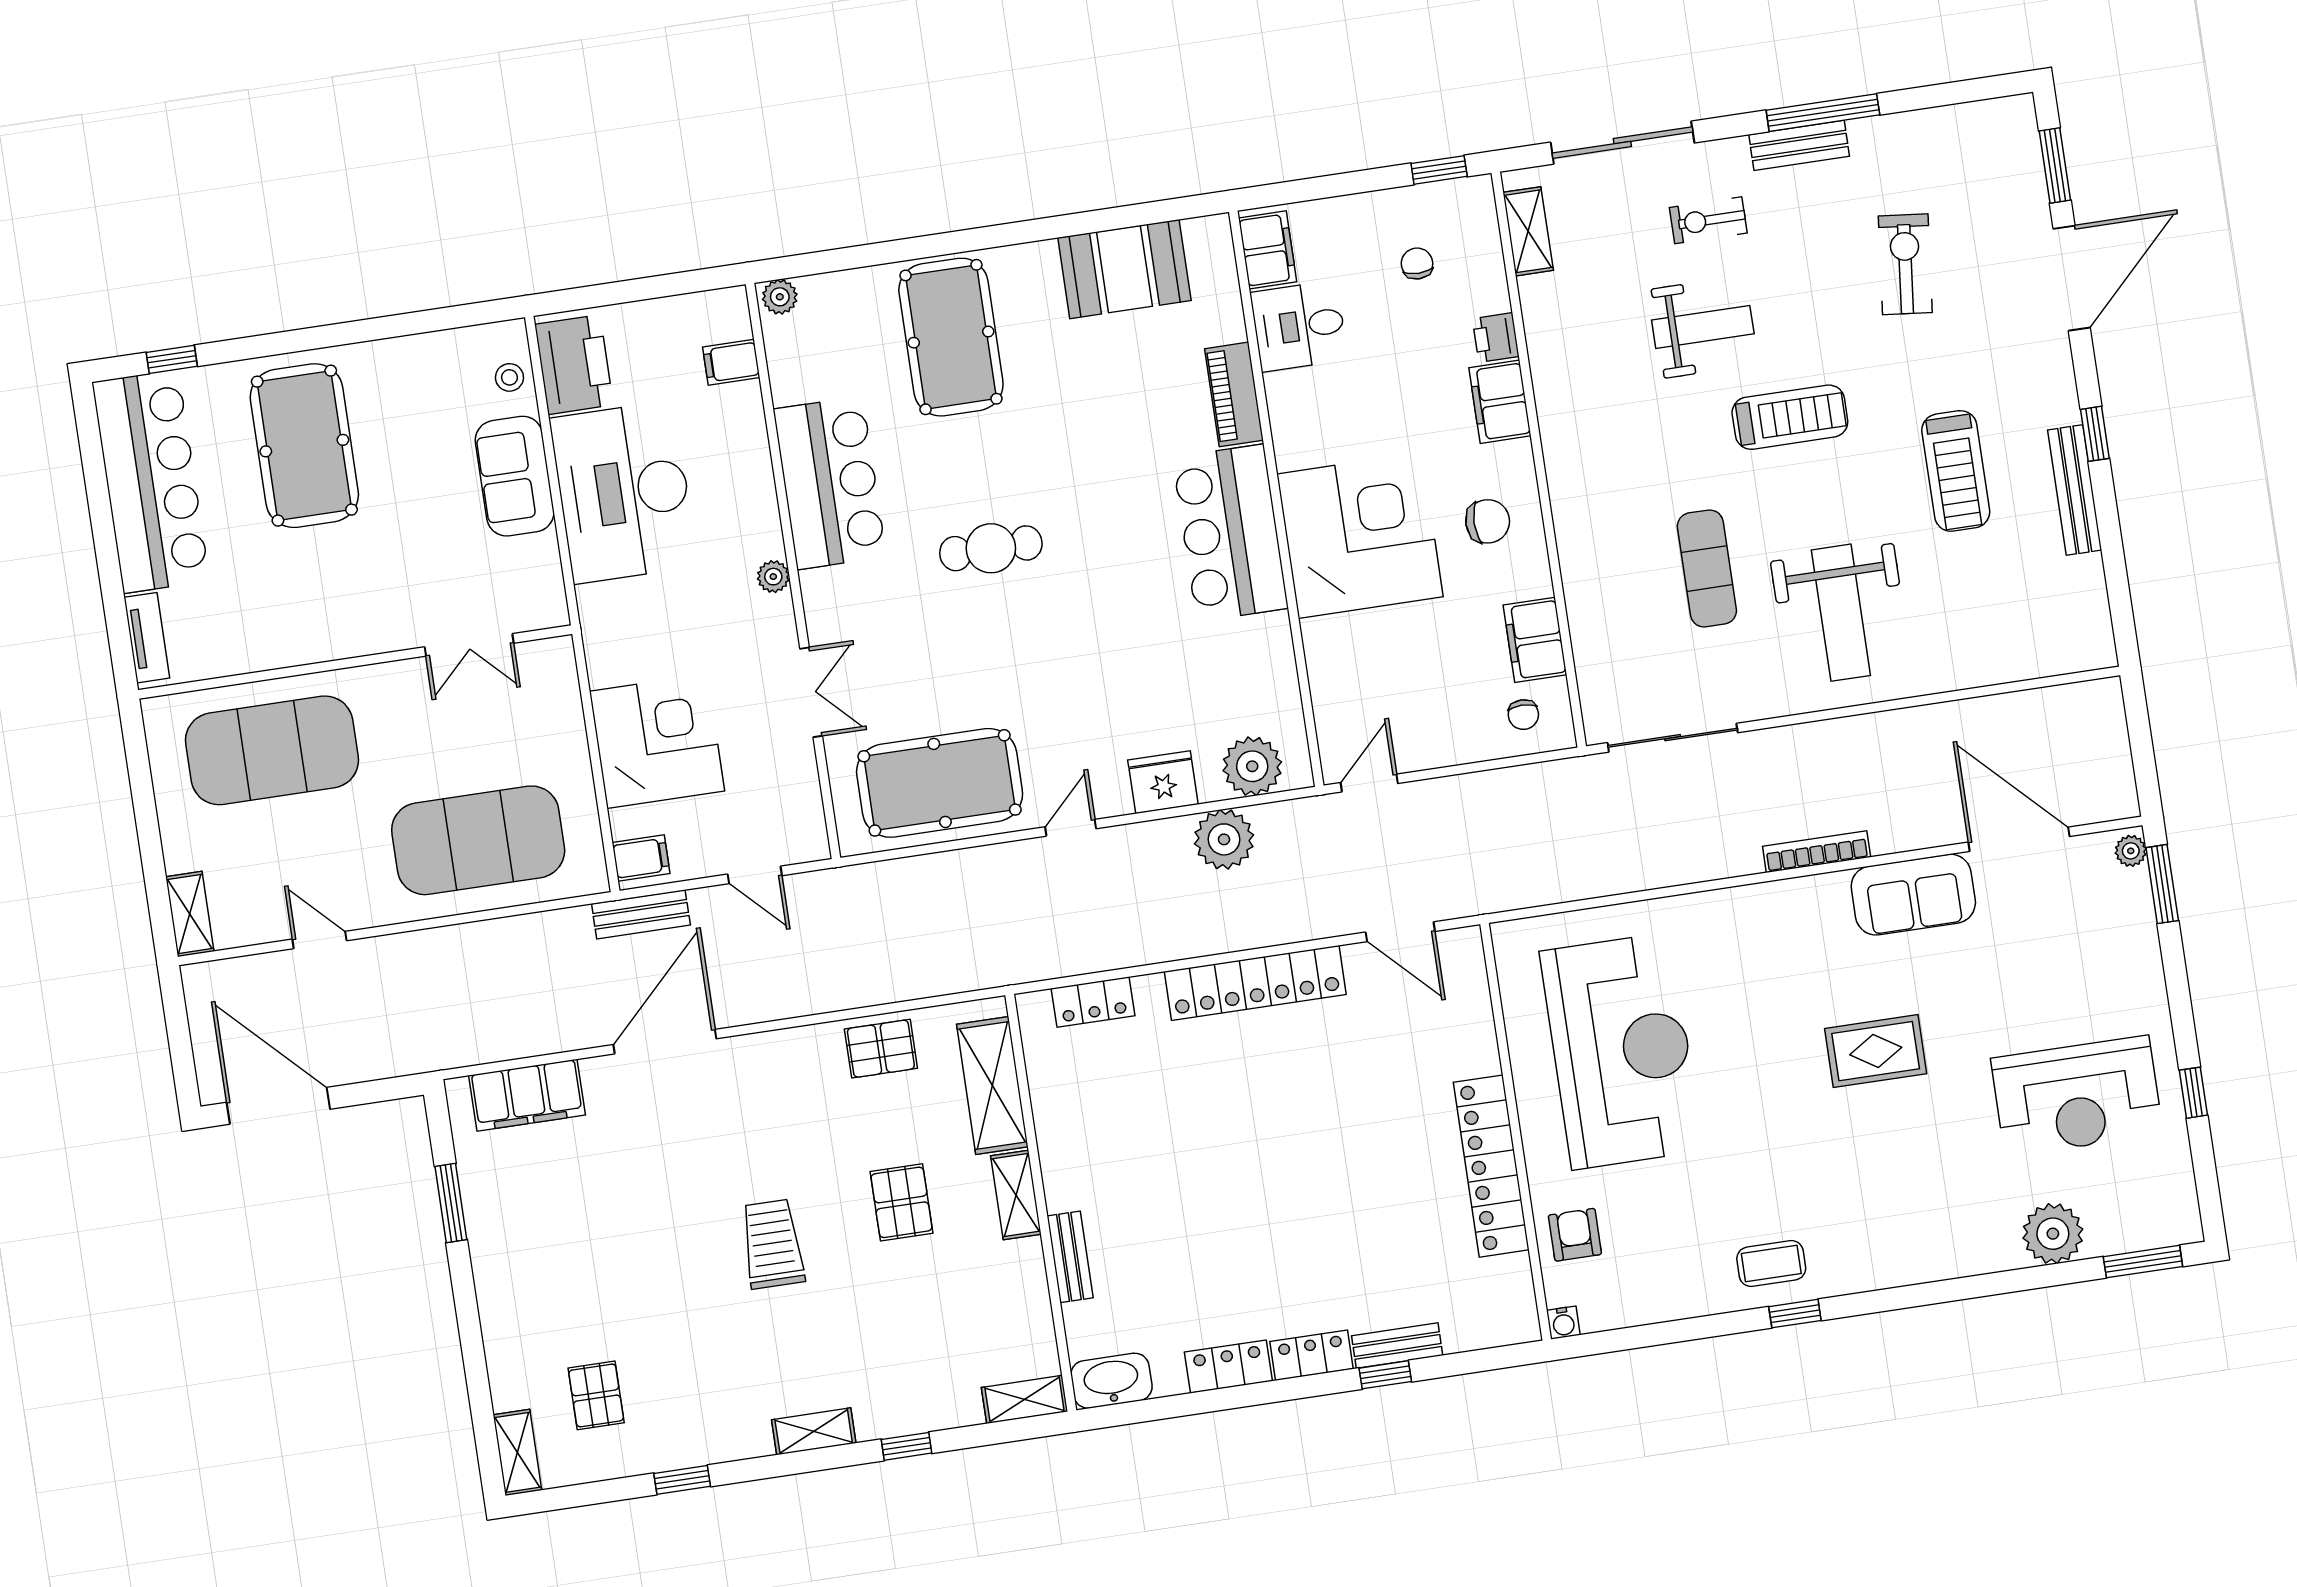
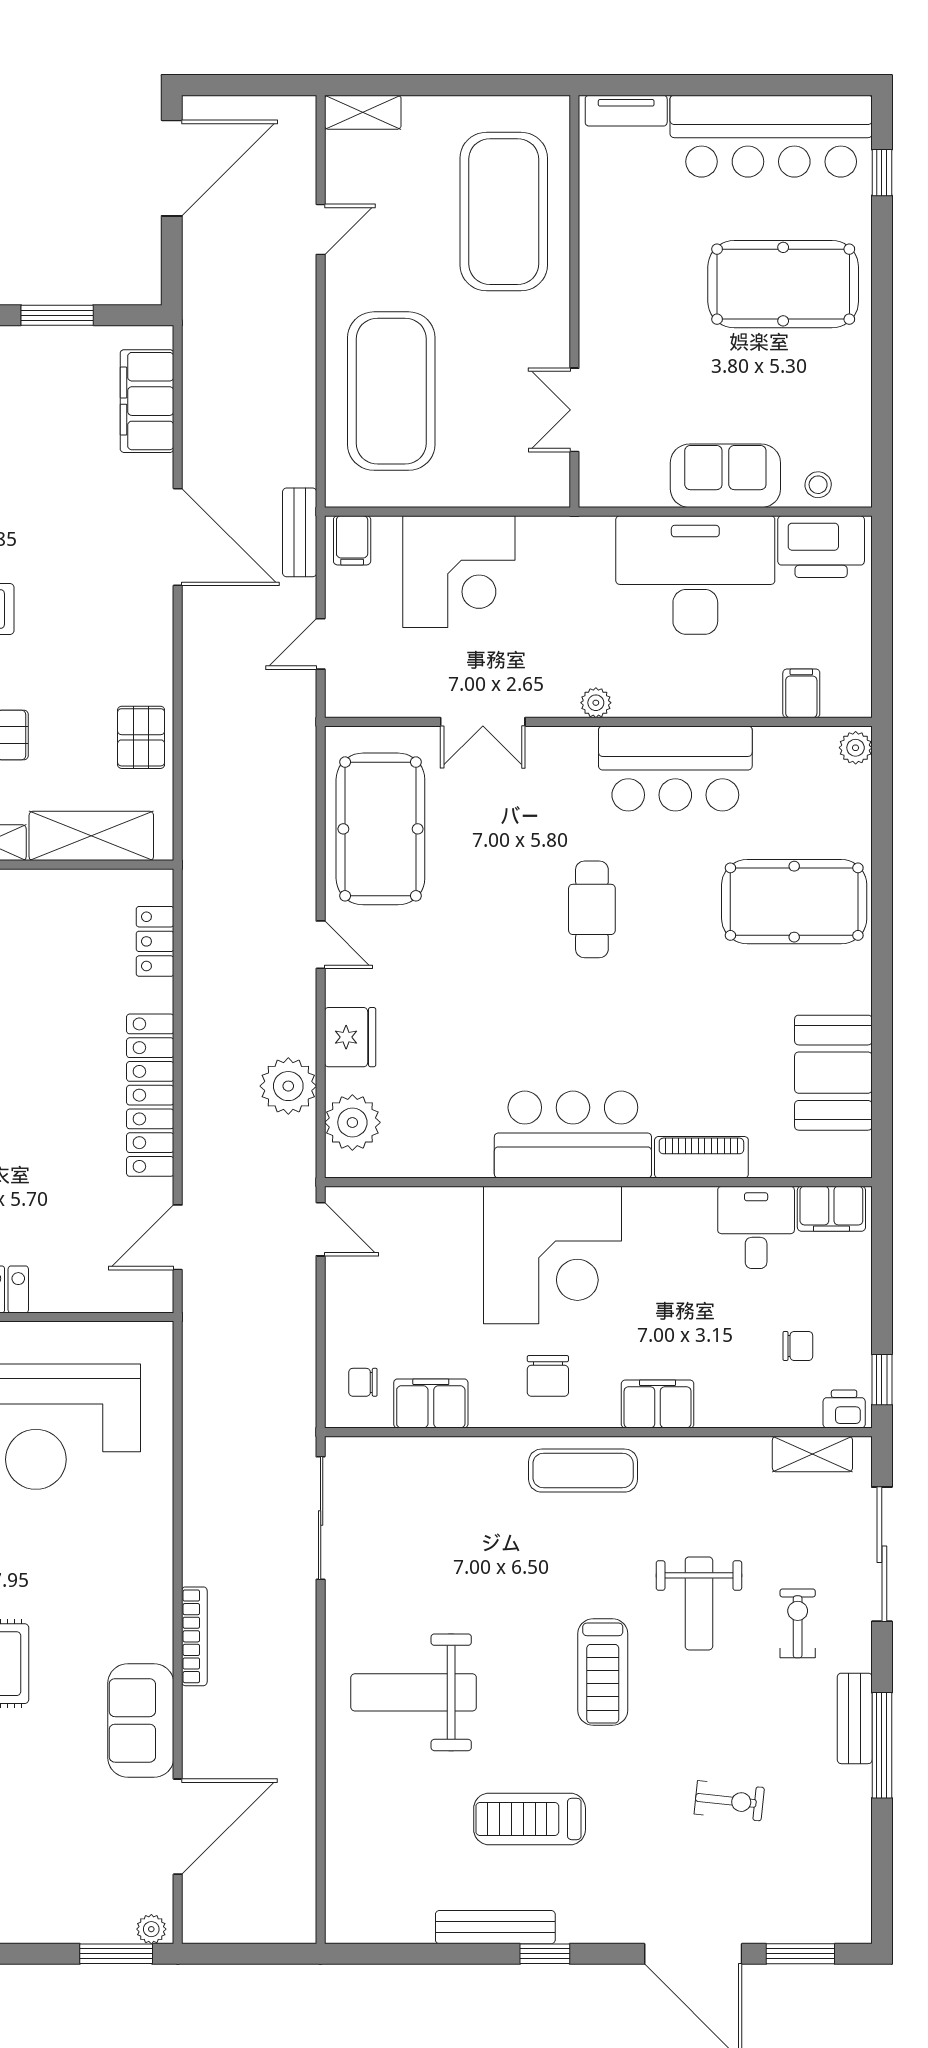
exercise bike: (1905, 264) -> (729, 1801), width x0.73, depth x0.72
printer: (1496, 338) -> (844, 1409), moved
exercise mat: (1707, 568) -> (583, 1471), moved

